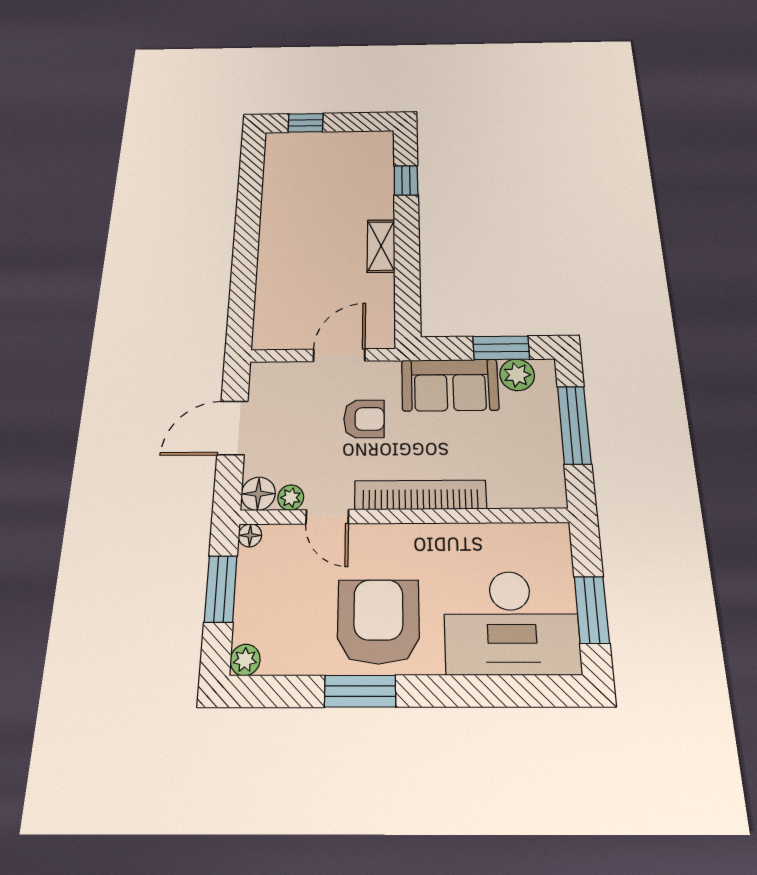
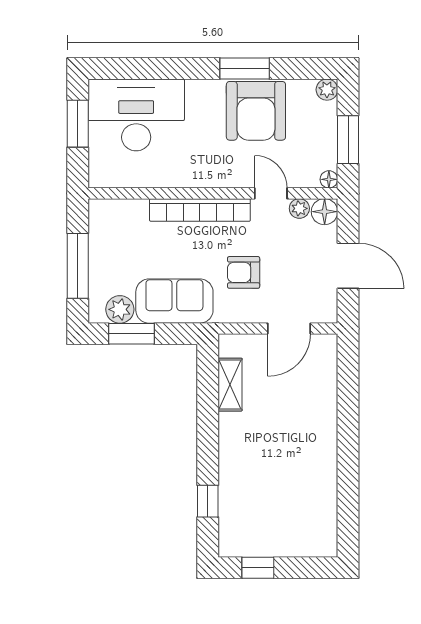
window: (306, 123) -> (258, 568), moved
shelving: (381, 246) -> (230, 385), moved
door: (339, 355) -> (289, 329), moved
door: (233, 428) -> (348, 266), hinge flipped
armchair: (378, 621) -> (256, 111), moved

